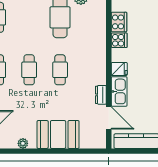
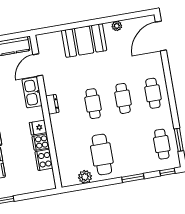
fridge: (119, 69) -> (38, 128), moved
dresser: (101, 95) -> (52, 104), moved
door: (109, 118) -> (38, 65), hinge flipped

